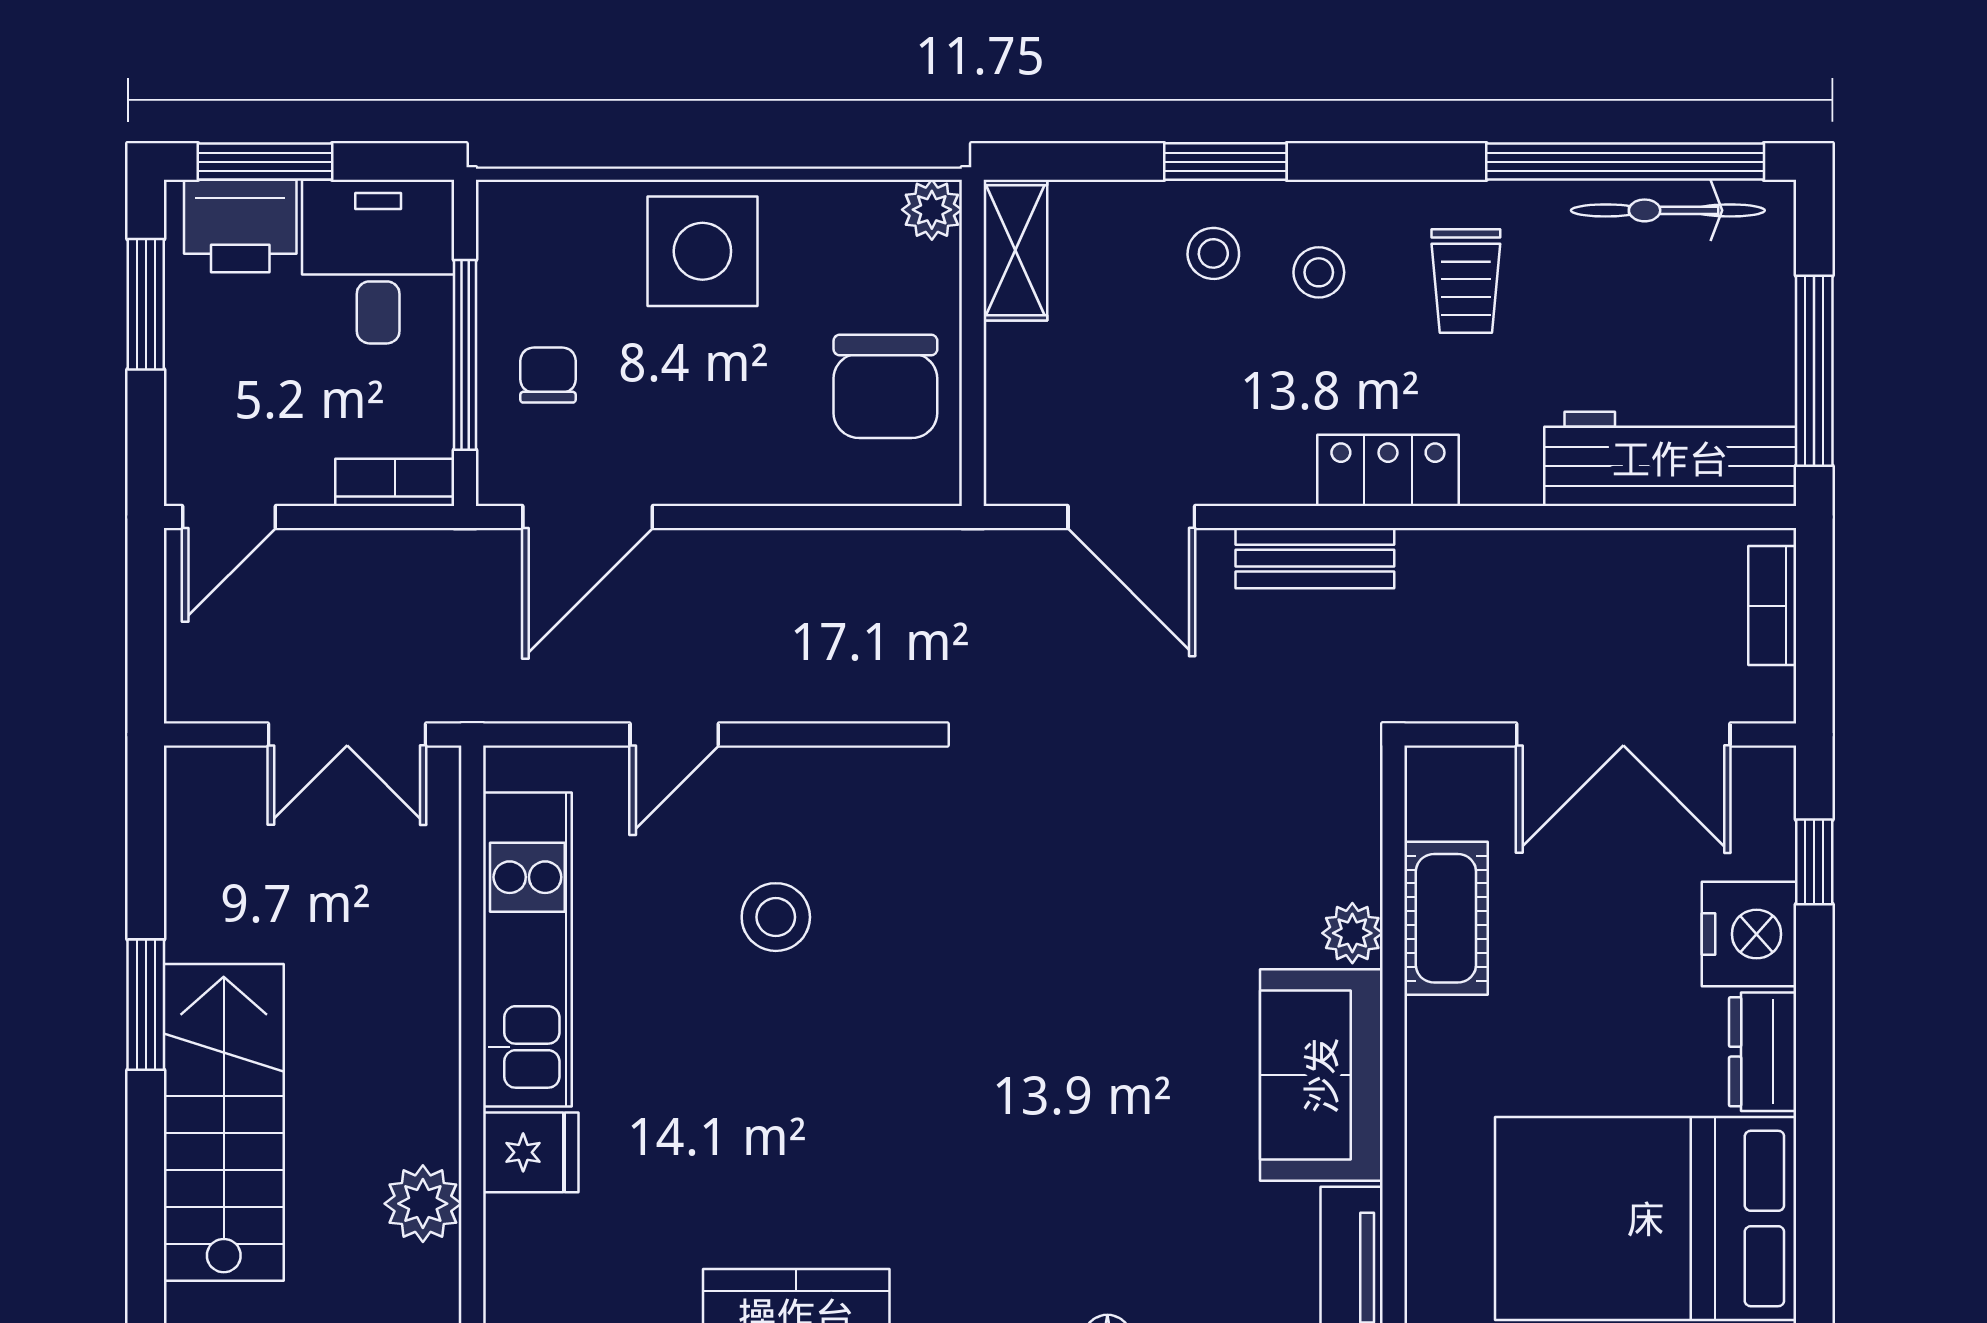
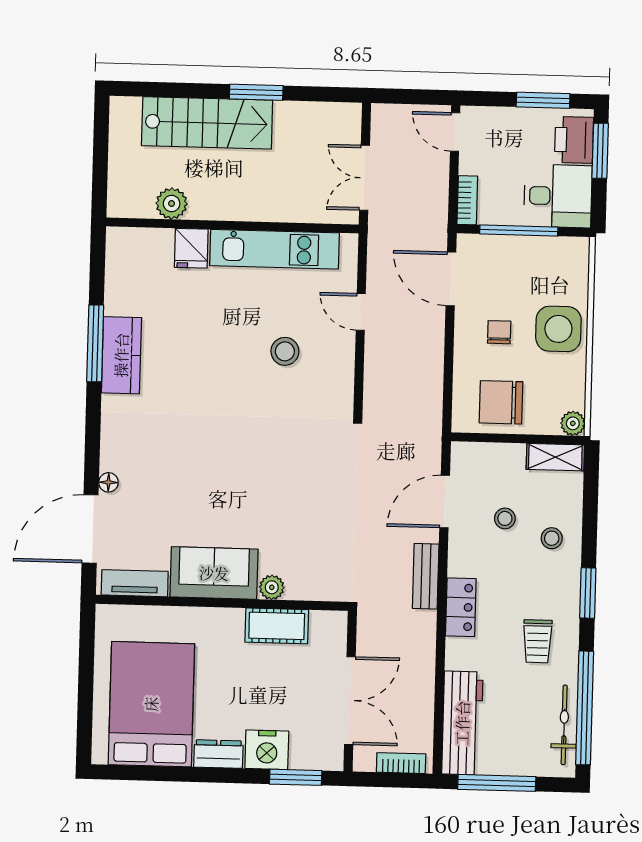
window: (1225, 162) -> (588, 593), moved
stool: (1319, 272) -> (505, 518), moved
trolley: (1466, 281) -> (538, 641), turned -90
chair: (548, 375) -> (499, 332), moved, turned -90
double door: (1623, 735) -> (350, 701), swing flipped
window: (1814, 862) -> (296, 777), width x1.50

